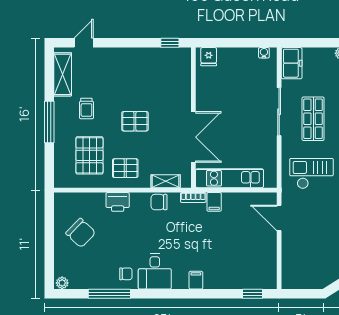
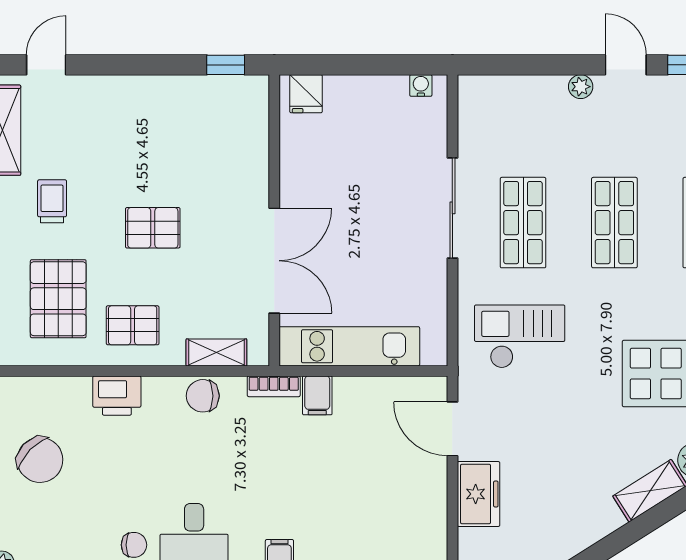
freezer: (292, 63) -> (478, 494), moved
trolley: (86, 109) -> (52, 201), turned 180

